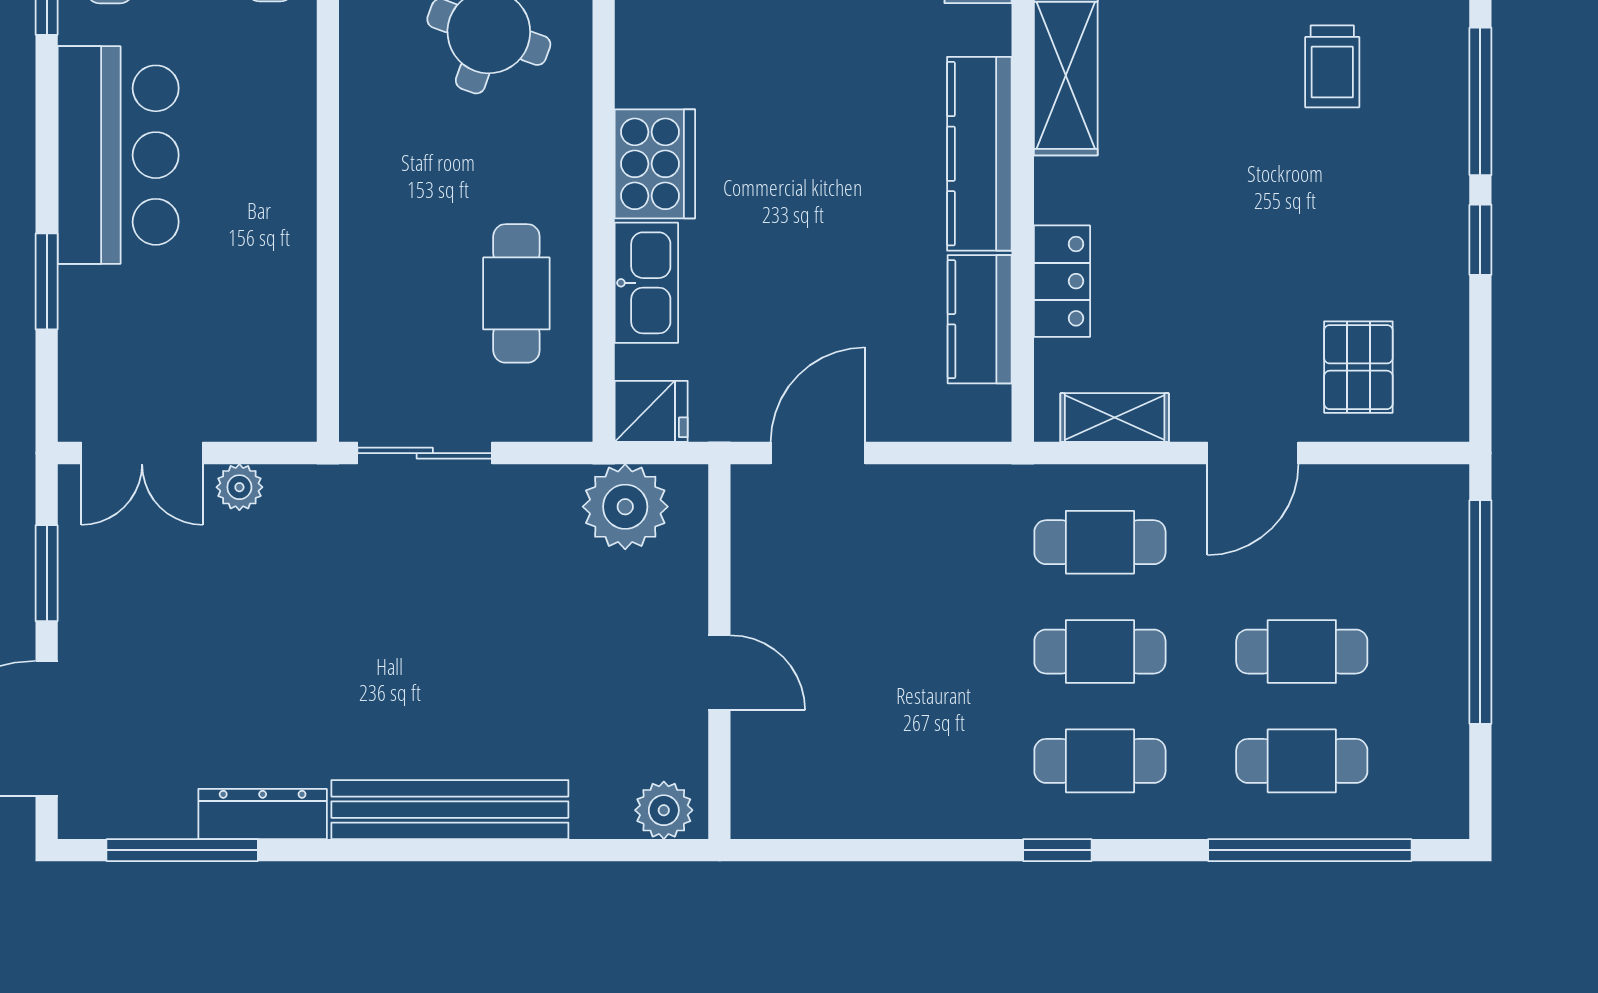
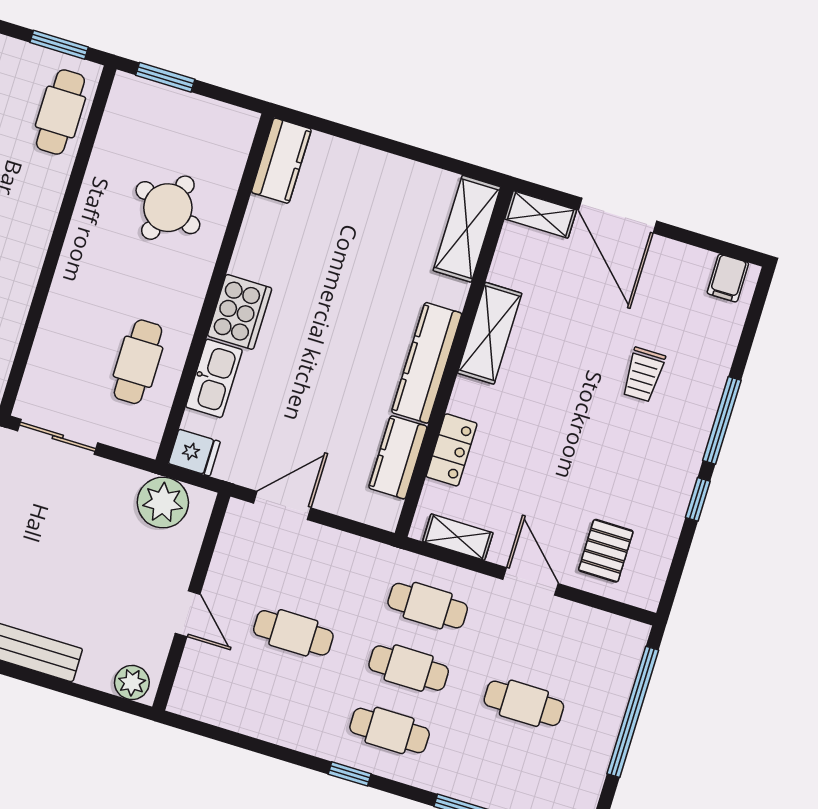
door: (1253, 453) -> (531, 581), swing flipped
cafe table: (1302, 761) -> (293, 633), moved

